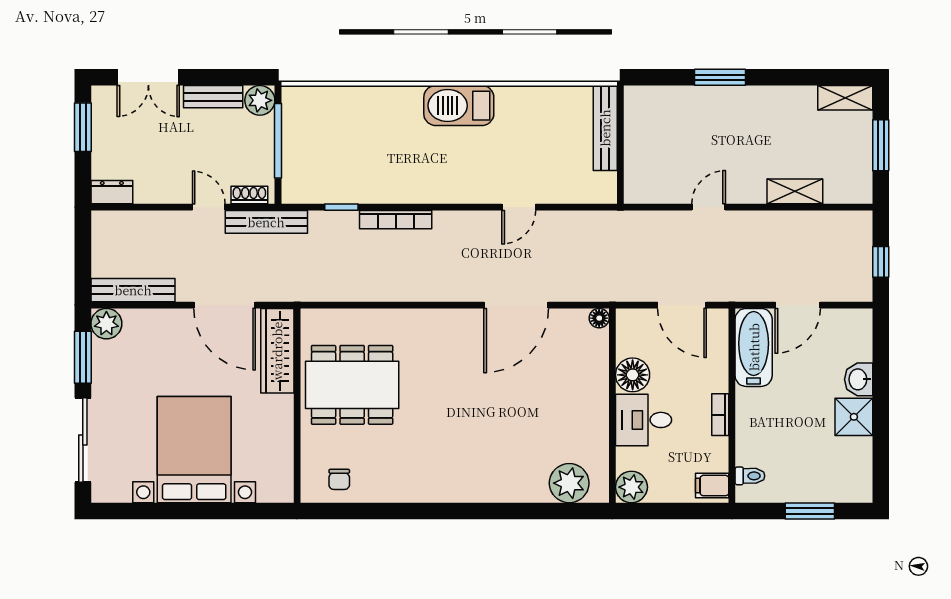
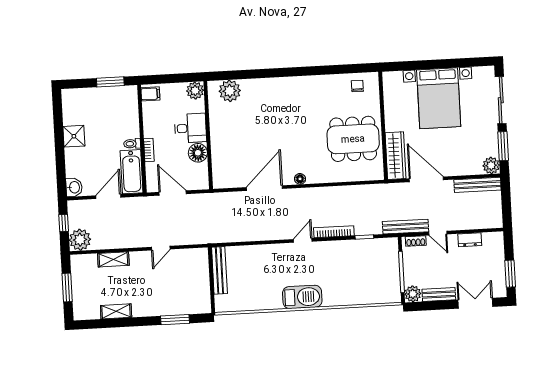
window: (720, 77) -> (175, 320), moved
shelving: (845, 98) -> (116, 311), moved
bench: (605, 128) -> (219, 270), moved
dresser: (112, 192) -> (470, 240), moved
door: (519, 207) -> (303, 240), moved
plant: (853, 230) -> (80, 240), added
floor lamp: (599, 318) -> (300, 179), moved
washbasin: (859, 379) -> (74, 187), moved
bookcase: (720, 415) -> (149, 150), moved
toilet: (750, 476) -> (132, 144), moved
window: (810, 511) -> (110, 82), moved

